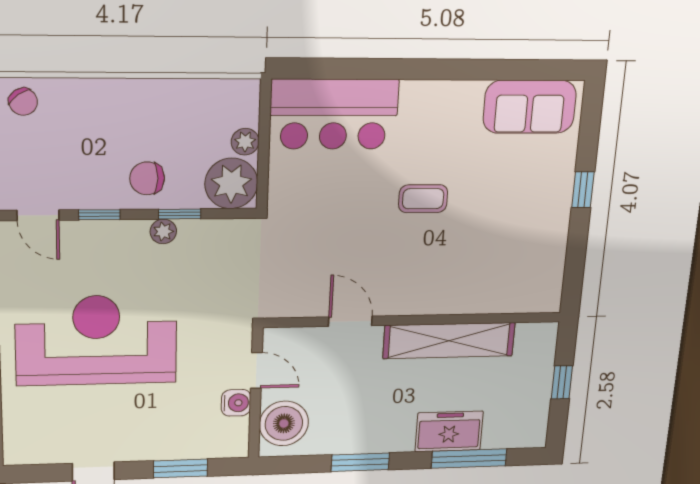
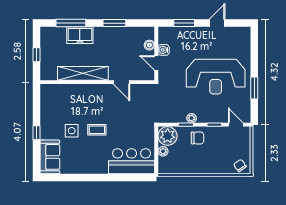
sofa: (530, 107) -> (50, 157), moved, turned 90
side table: (490, 196) -> (72, 131), added
boiler: (284, 423) -> (149, 45), width x0.54, depth x0.54

